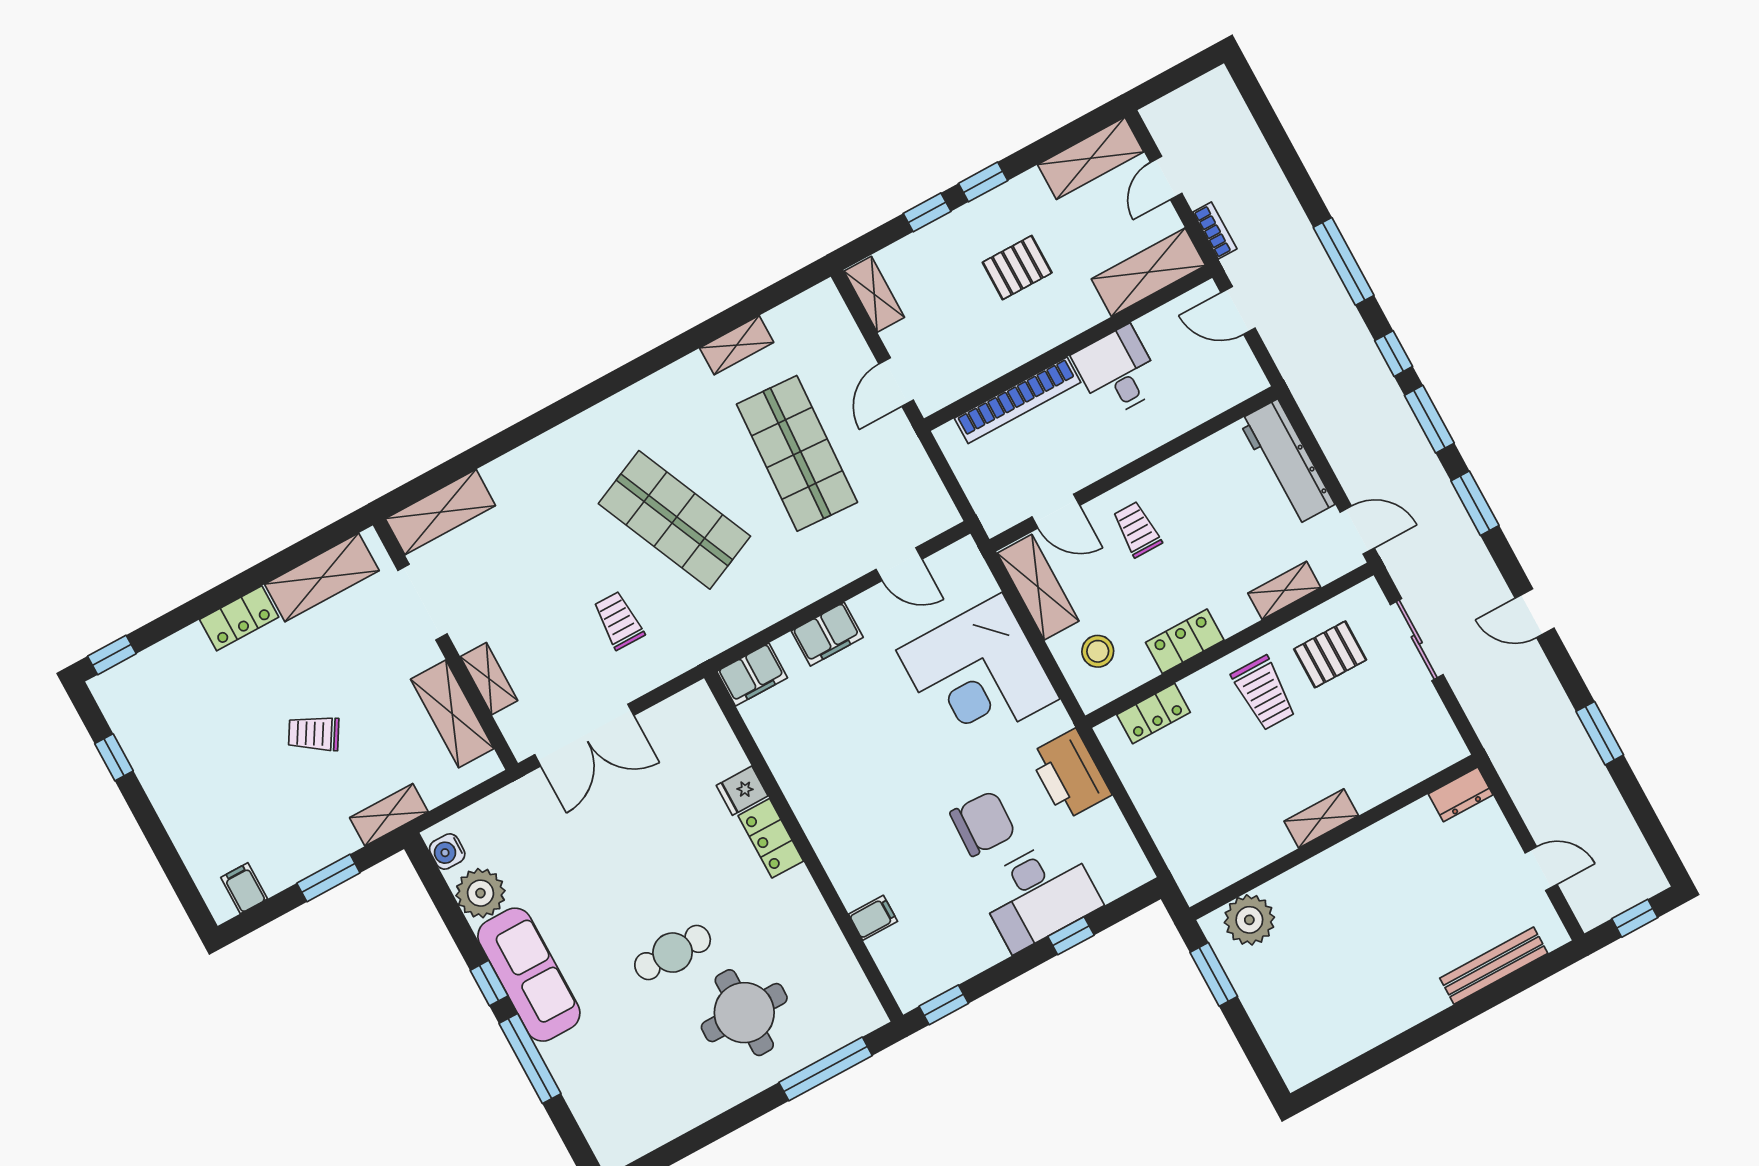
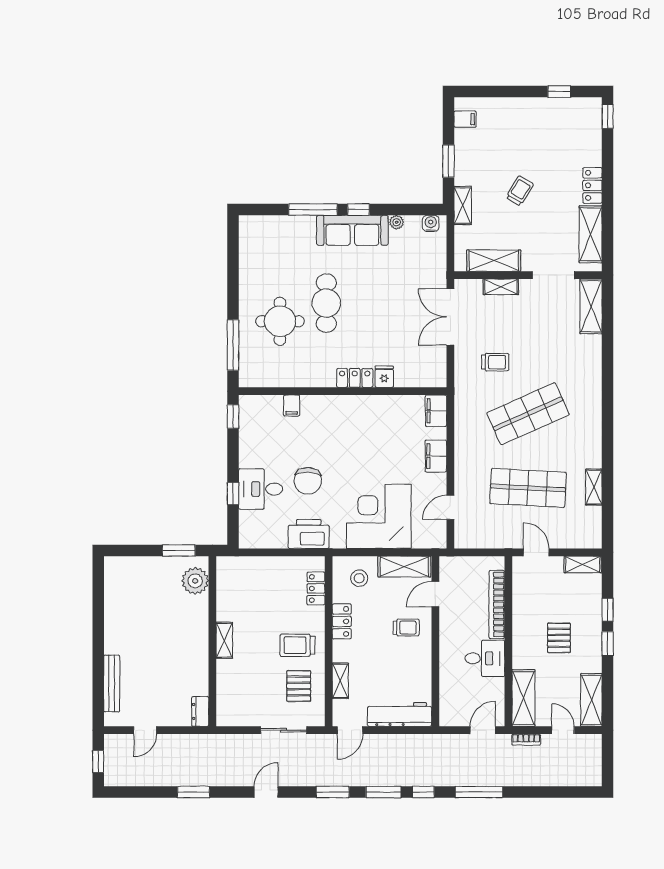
plant: (480, 893) -> (397, 222), width x0.53, depth x0.53
desk: (1039, 894) -> (261, 489), width x0.73
cafe table: (673, 953) -> (326, 303), width x1.37, depth x1.35

